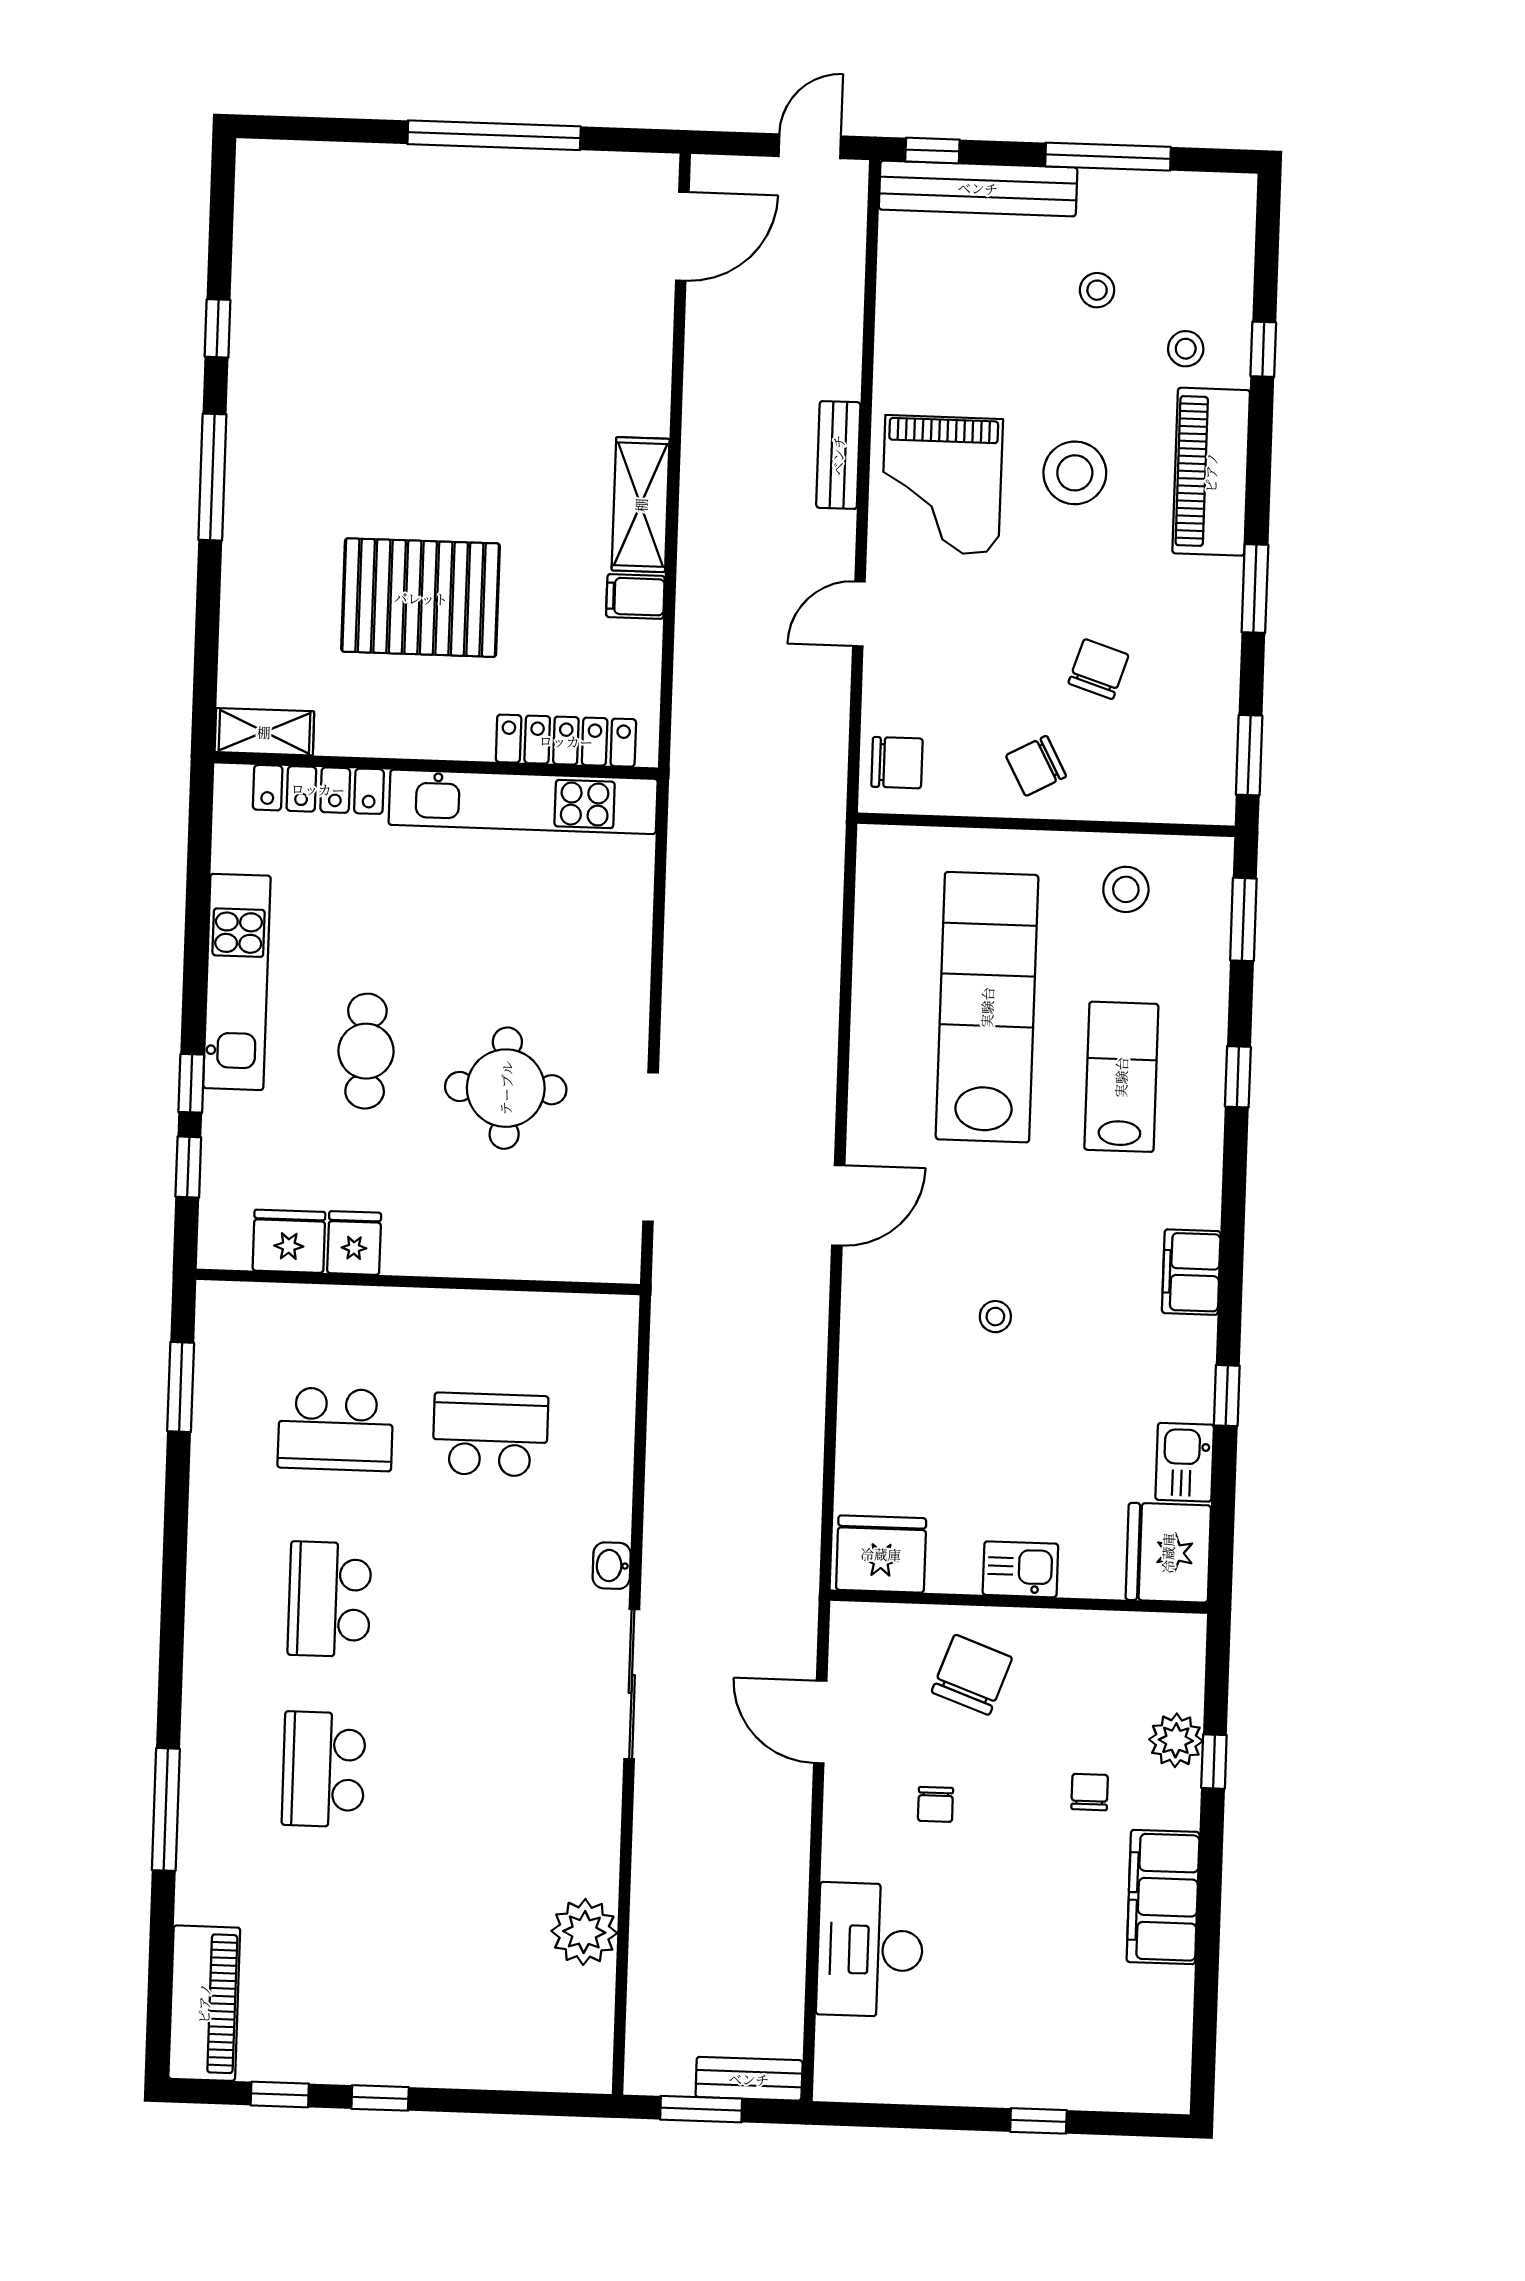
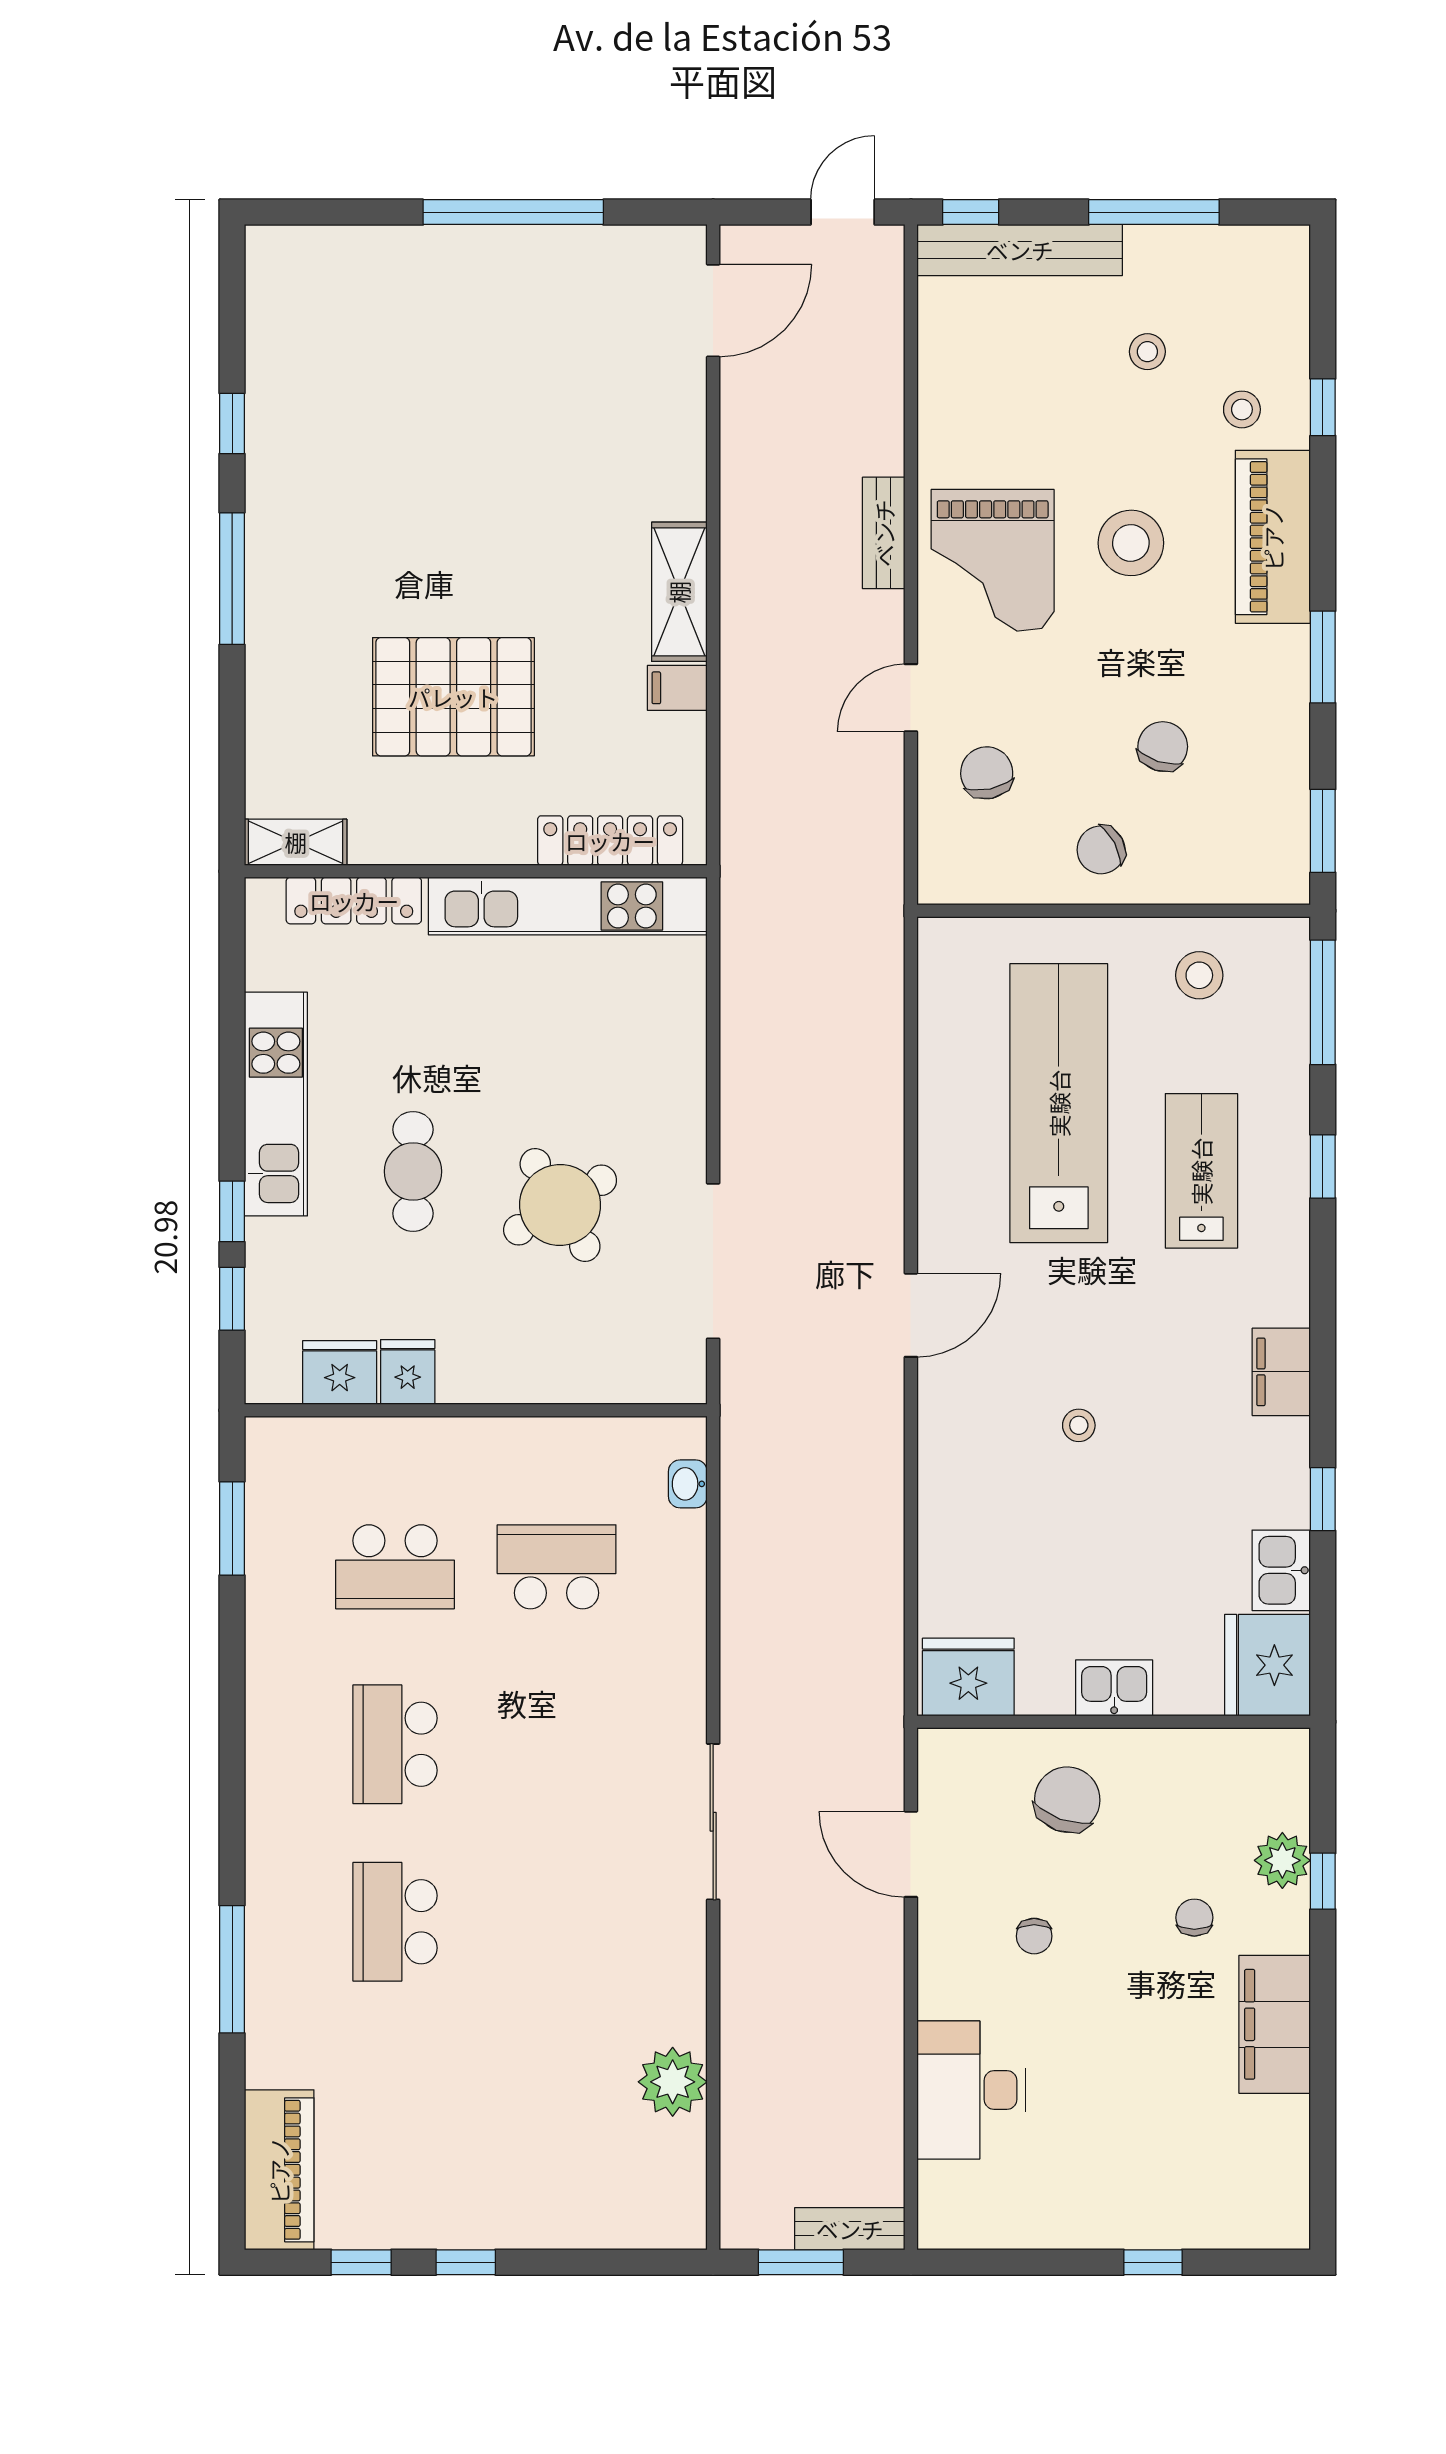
chair: (897, 763) -> (987, 773), moved, turned -102
window: (1243, 919) -> (1323, 1002), width x1.44
round table: (506, 1088) -> (560, 1205), turned -31
washbasin: (612, 1566) -> (688, 1484), moved

